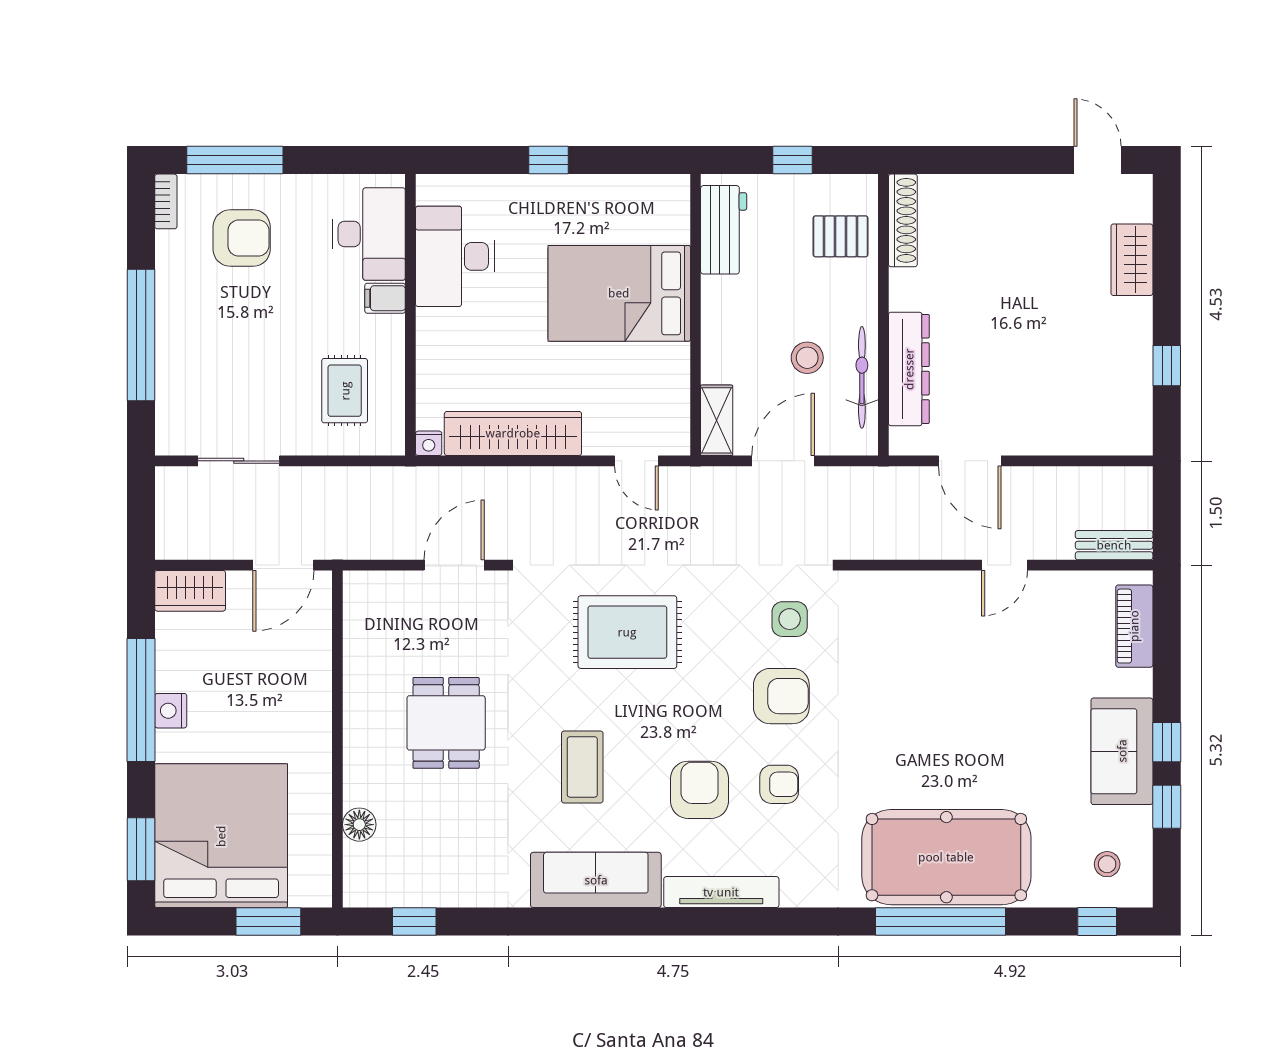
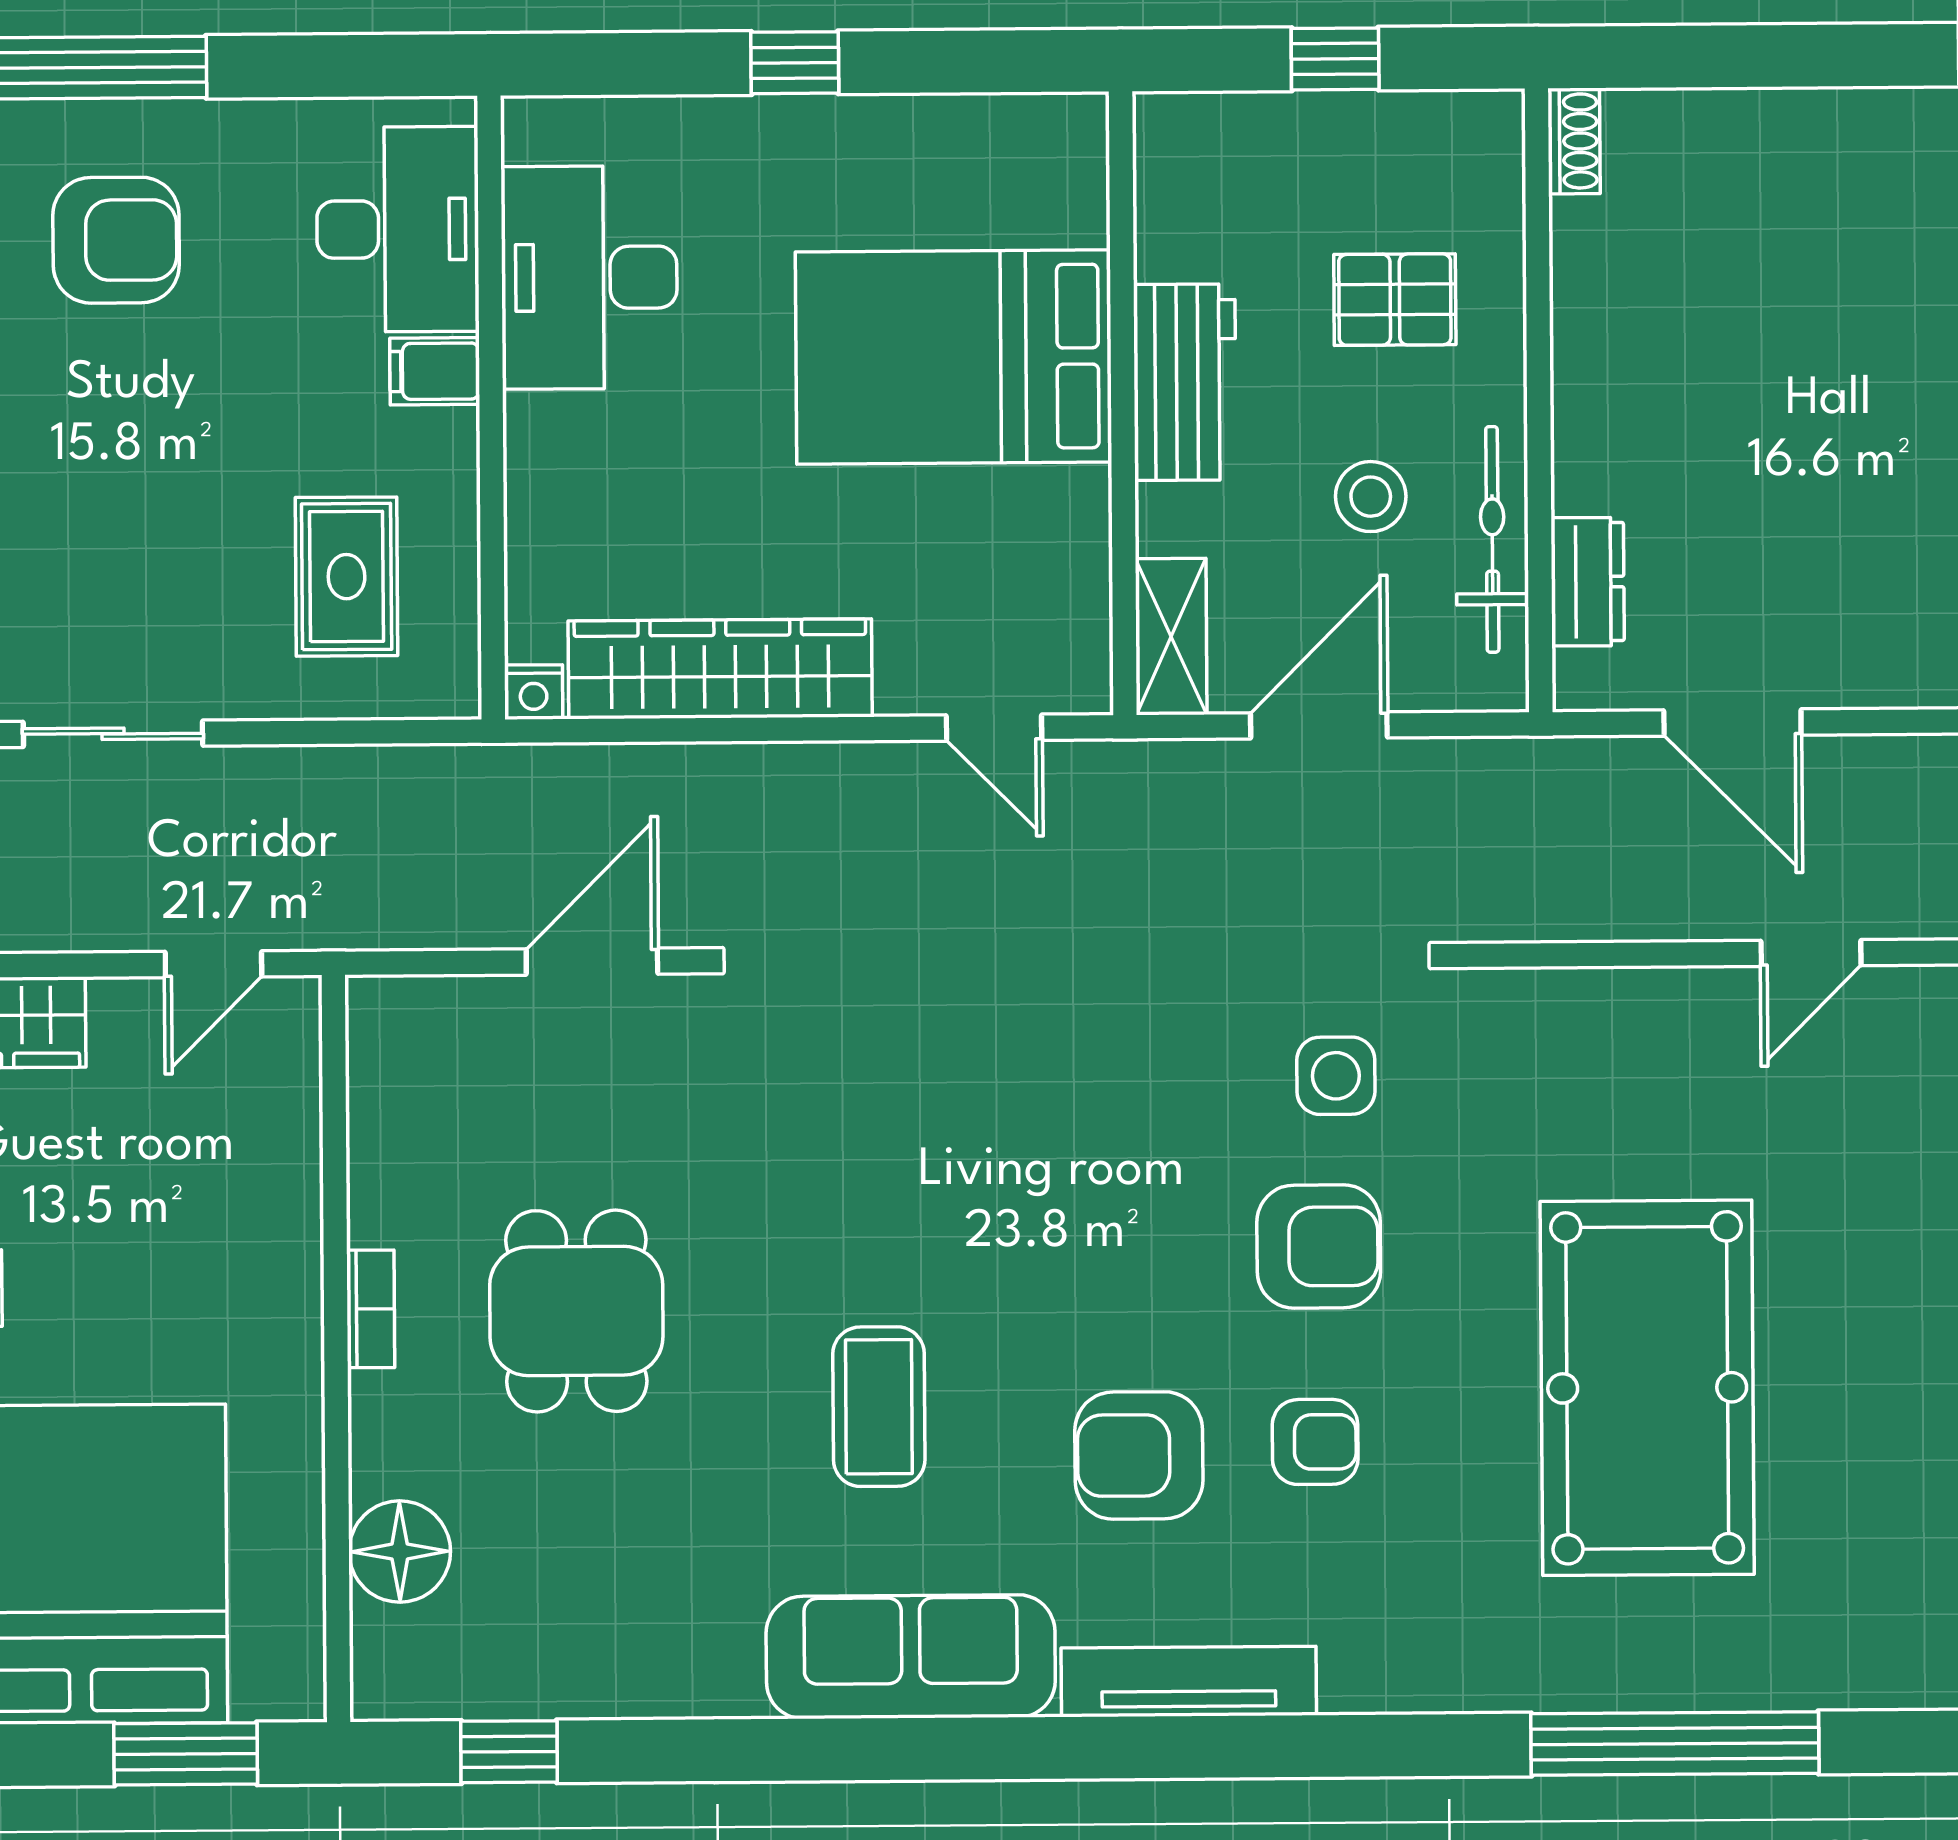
shoe rack: (903, 220) -> (1574, 141), width x0.51, depth x0.81
workbench: (724, 230) -> (1185, 382), moved
pallet: (841, 236) -> (1395, 300), moved
dresser: (909, 369) -> (1588, 582), width x0.51, depth x0.80
door: (283, 565) -> (213, 964), width x0.73
rug: (627, 632) -> (977, 1107), removed
bookcase: (353, 721) -> (371, 1309), added
armchair: (699, 790) -> (1139, 1455), turned -90
floor lamp: (359, 825) -> (400, 1551), width x1.38, depth x1.38
pool table: (946, 857) -> (1647, 1388), moved, turned 90

